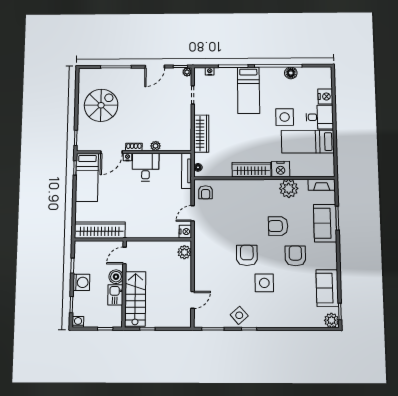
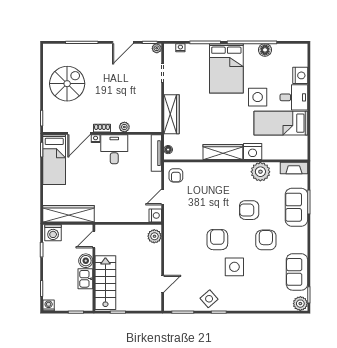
bed: (249, 90) -> (226, 68), width x1.50
washing machine: (81, 282) -> (53, 233), moved, turned 90

